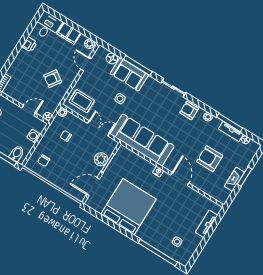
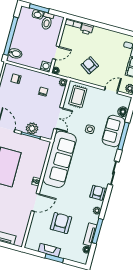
printer: (29, 44) -> (87, 29), moved
door: (29, 110) -> (56, 53), hinge flipped
washing machine: (34, 136) -> (46, 67), moved

